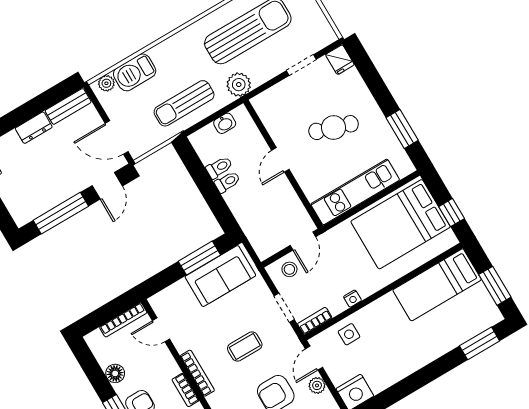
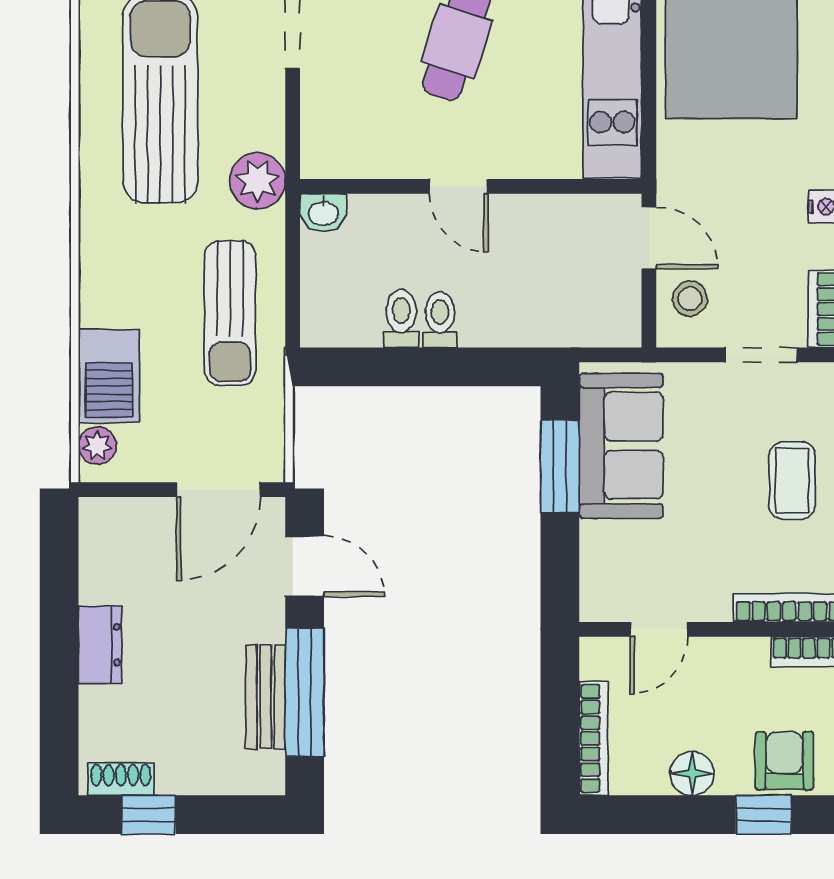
bench: (68, 106) -> (266, 697), moved
washbasin: (225, 123) -> (323, 212), moved, turned 90
bookcase: (123, 320) -> (594, 738), moved

